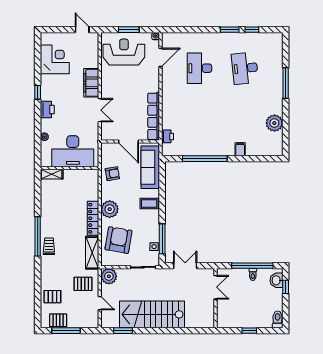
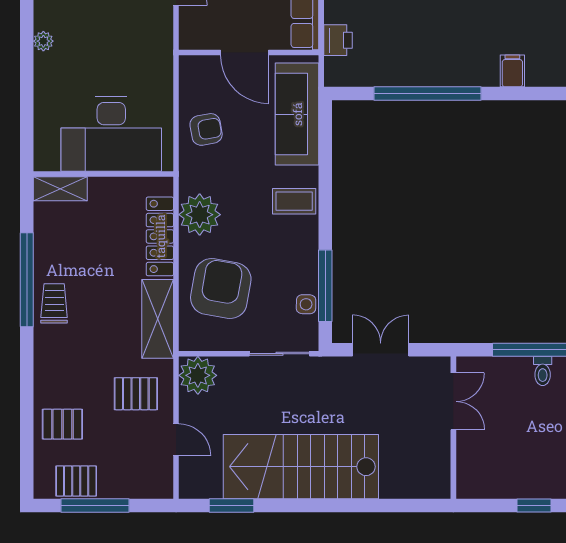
desk: (73, 151) -> (111, 134), moved
wall: (70, 168) -> (103, 174), moved
shelving: (52, 174) -> (60, 189), moved

